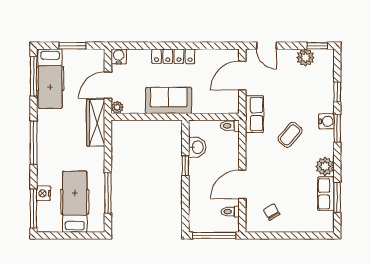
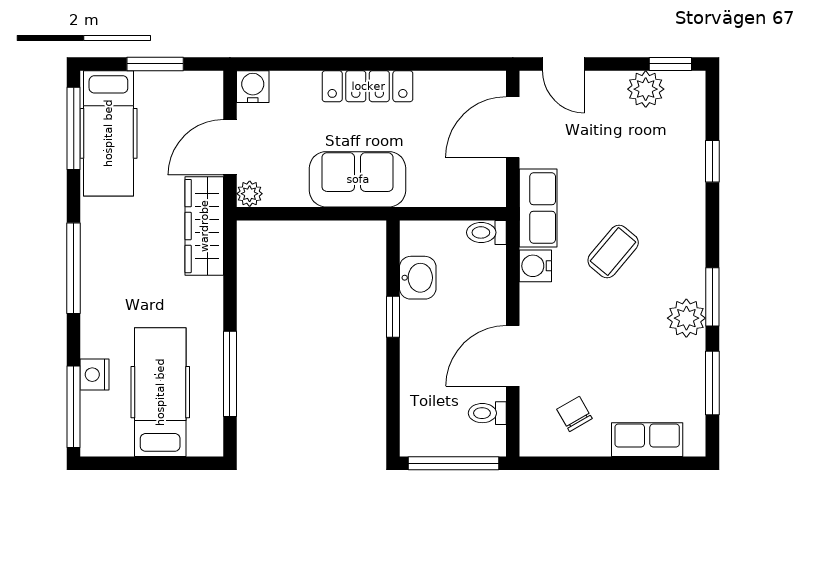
water cooler: (326, 121) -> (535, 266), moved, turned 180
window: (337, 128) -> (712, 297), moved
row of seats: (326, 194) -> (647, 440), moved, turned 90

